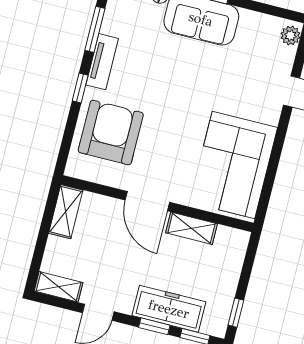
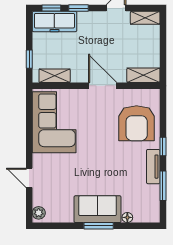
shelving: (66, 212) -> (143, 75), moved, turned 90
shelving: (191, 228) -> (55, 76), moved
freezer: (169, 309) -> (54, 22), moved
window: (236, 313) -> (29, 59), moved

